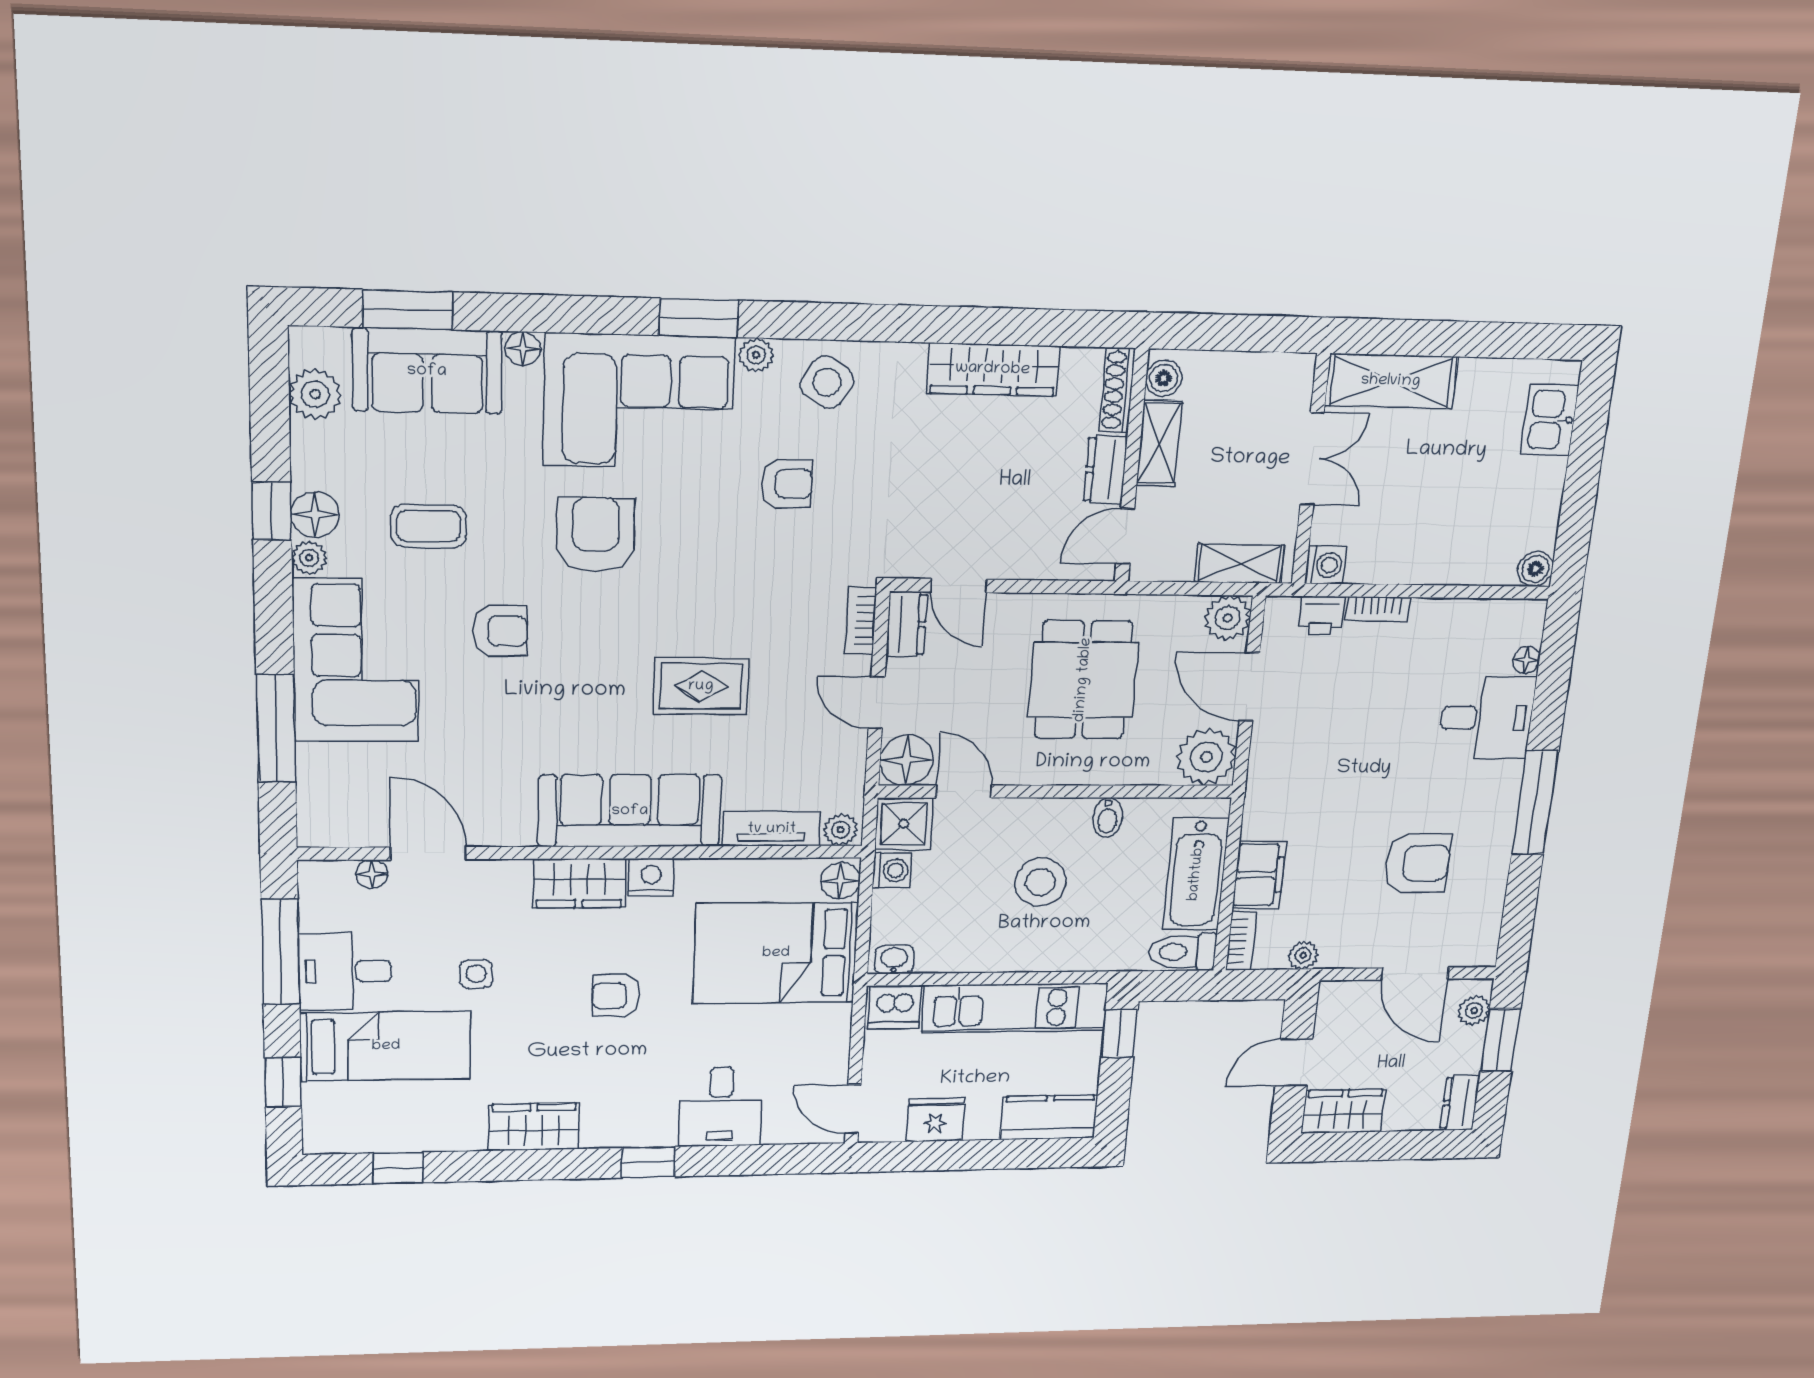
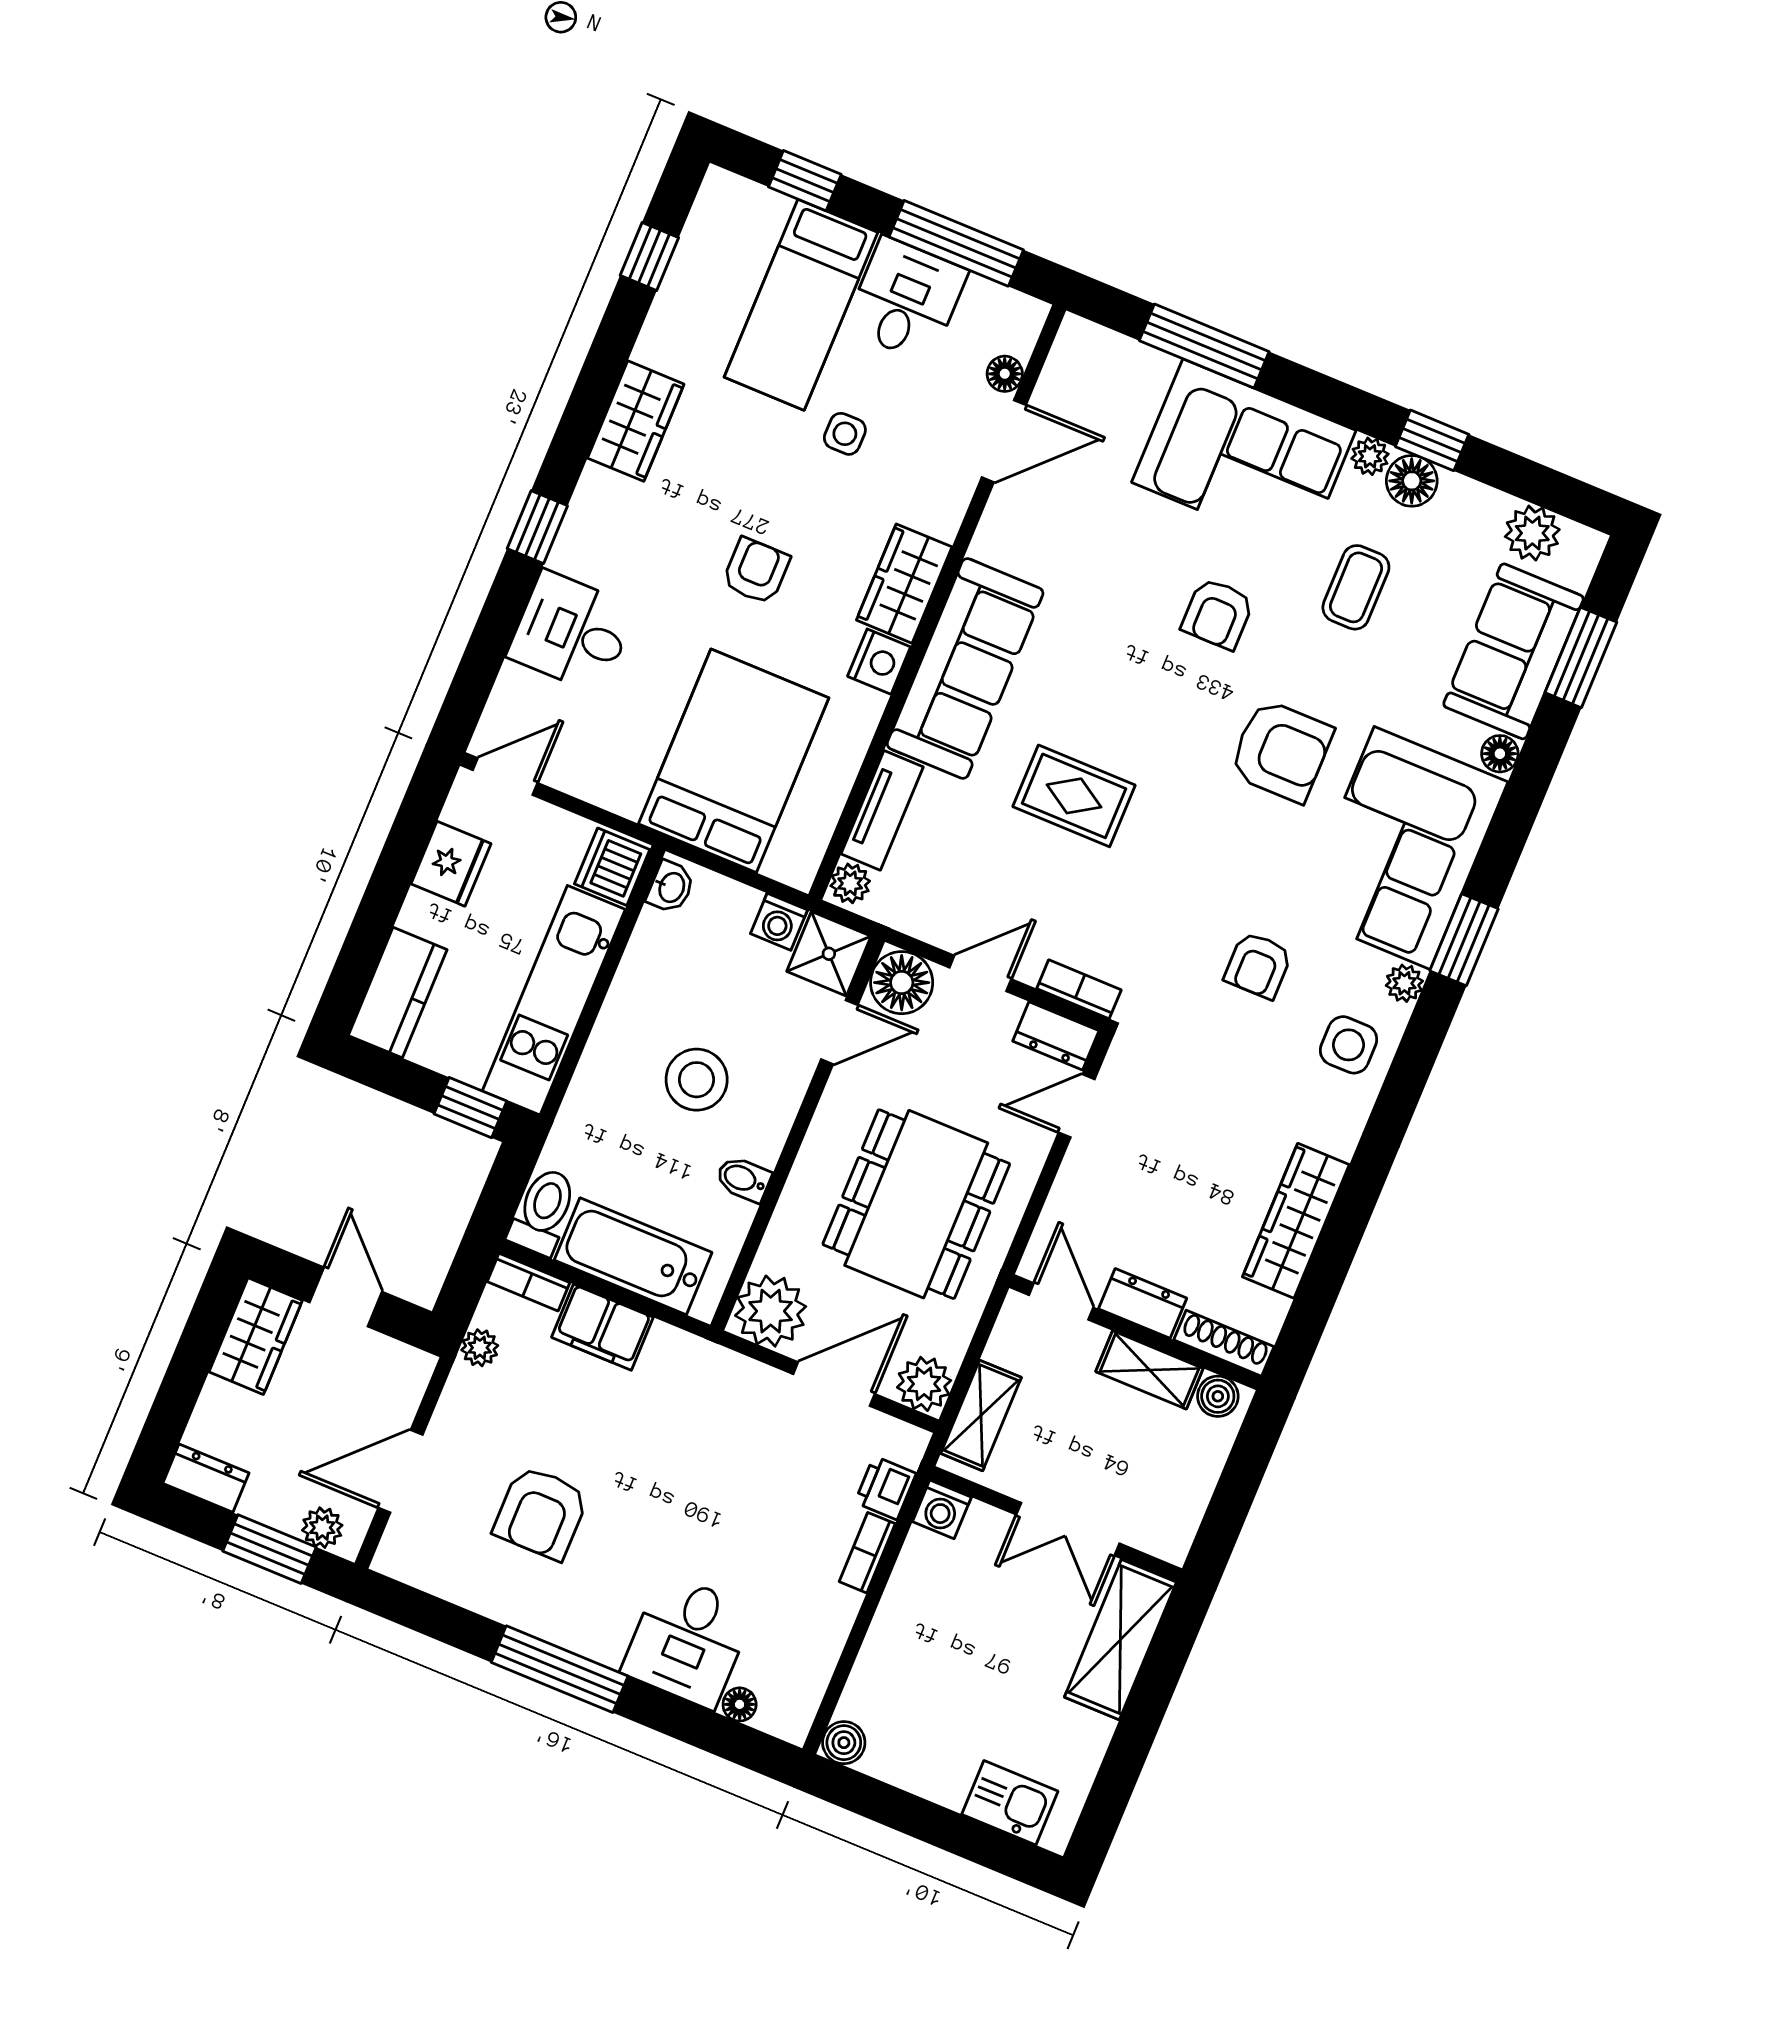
side table: (827, 382) -> (1349, 1045), turned -33
dining table: (1083, 680) -> (916, 1204), width x1.38
rug: (701, 686) -> (1074, 796), turned 90
floor lamp: (840, 881) -> (790, 862), removed

